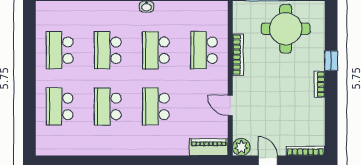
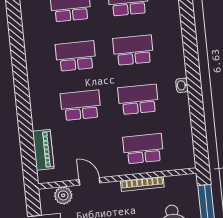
door: (230, 105) -> (89, 181), hinge flipped
piano: (209, 147) -> (43, 150), moved
plant: (241, 147) -> (63, 195), moved

